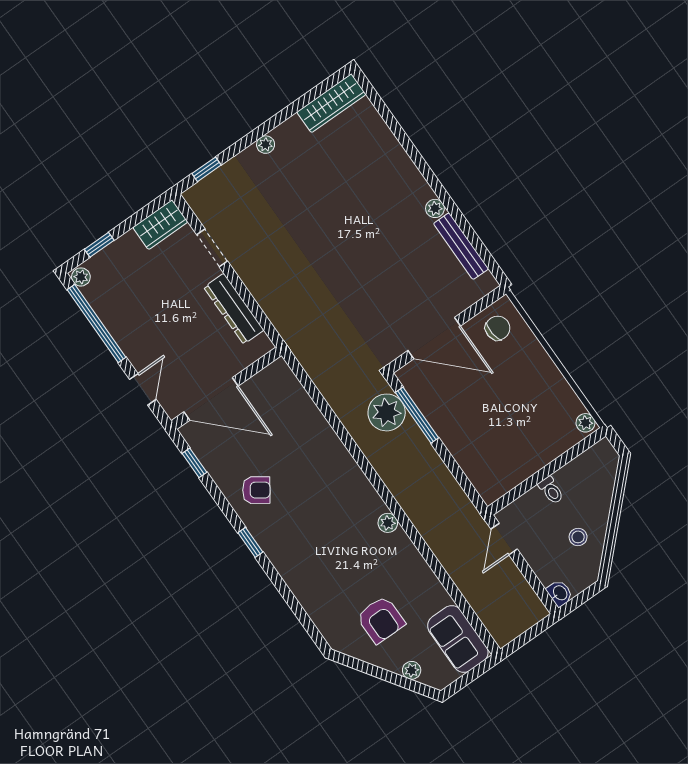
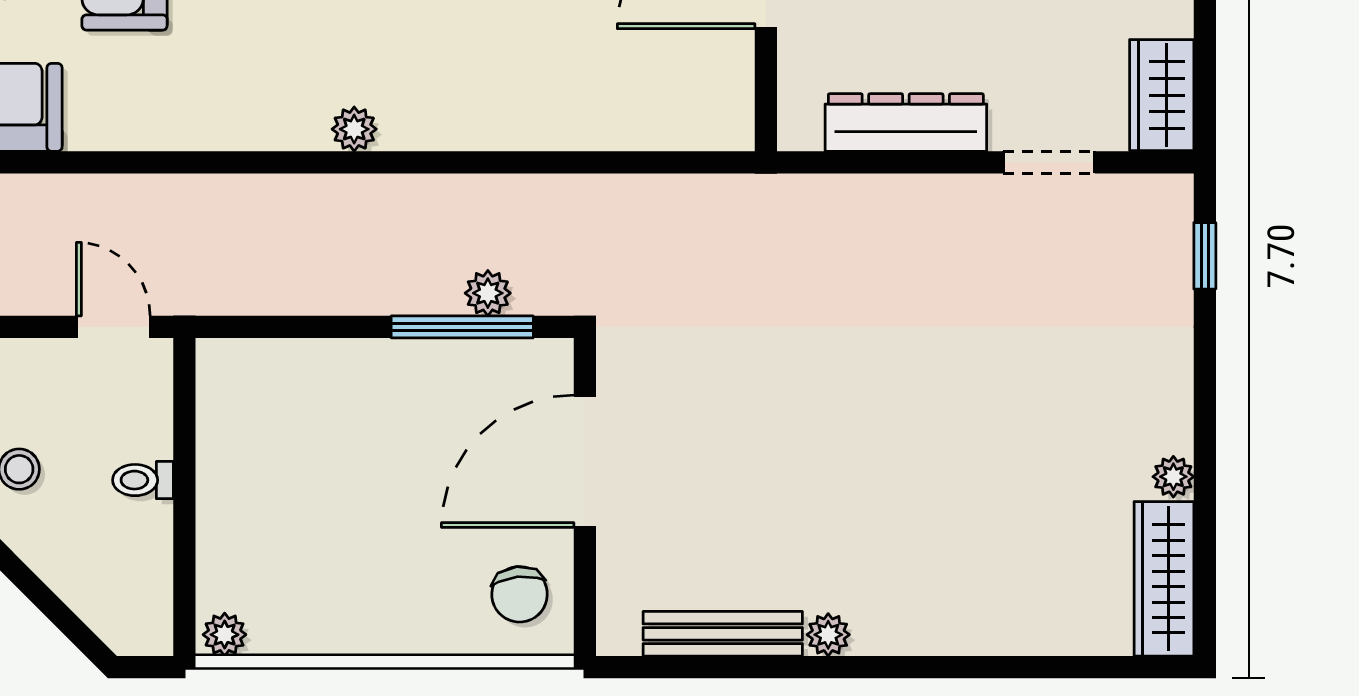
plant: (266, 145) -> (1173, 477), moved
plant: (387, 412) -> (488, 293), width x0.53, depth x0.53
plant: (388, 523) -> (354, 129), moved

